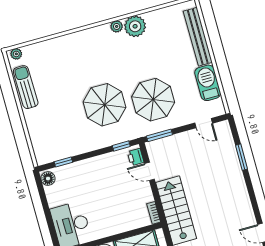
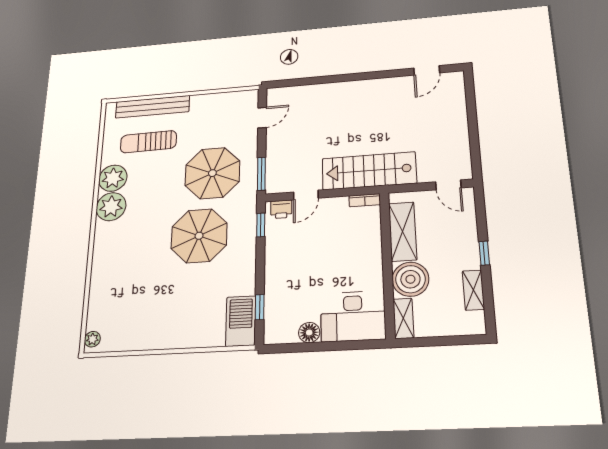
plant: (117, 26) -> (111, 207), width x1.87, depth x1.87
barbecue: (208, 83) -> (241, 321), moved, turned 90
sun lounger: (26, 87) -> (148, 142), moved
window: (242, 157) -> (320, 80), removed
floor lamp: (48, 179) -> (309, 333), moved

